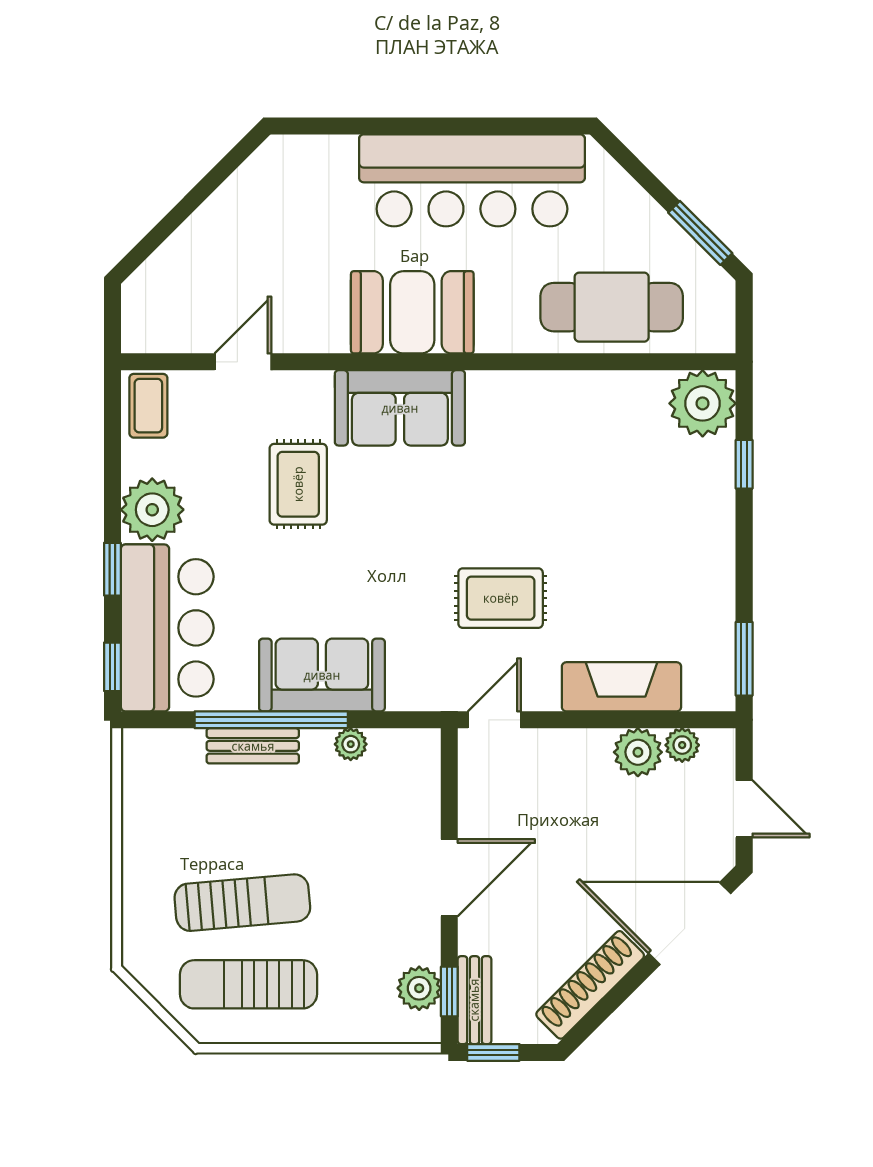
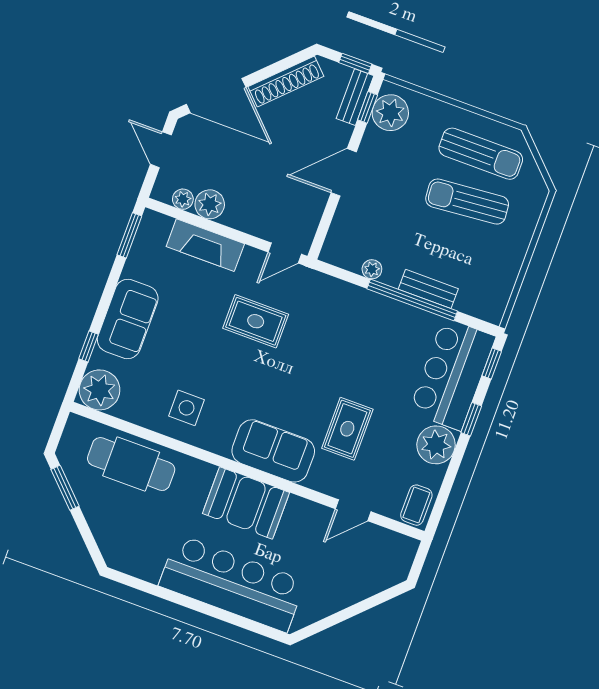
bar counter: (472, 180) -> (232, 583), moved
side table: (558, 425) -> (187, 408), added
sofa: (322, 675) -> (128, 319), moved, turned -90
plant: (419, 988) -> (390, 113), width x1.36, depth x1.36

